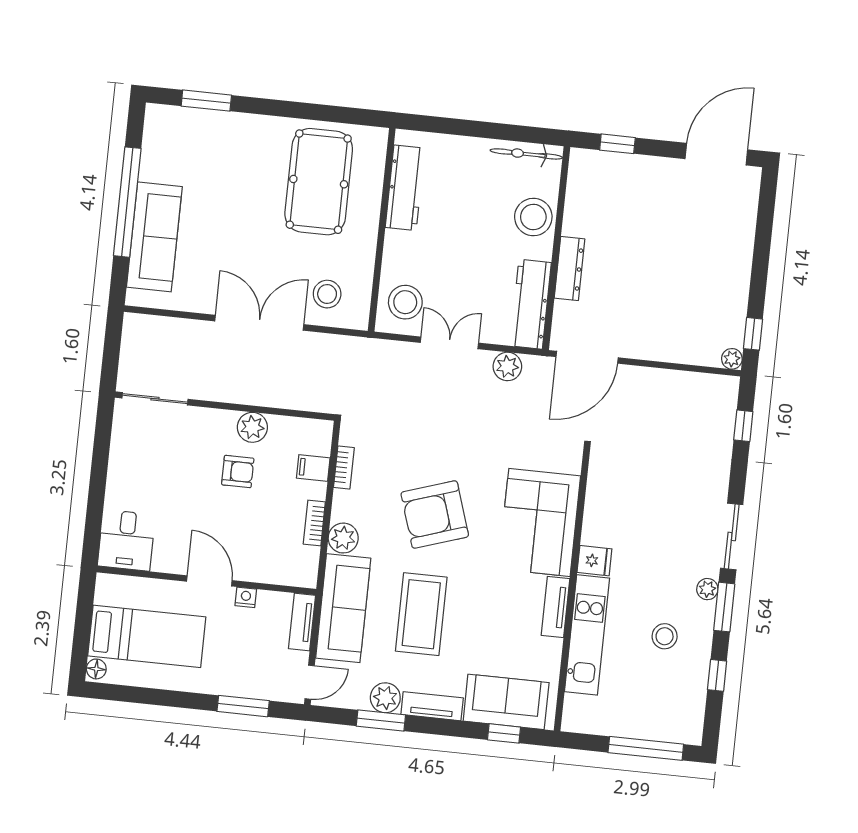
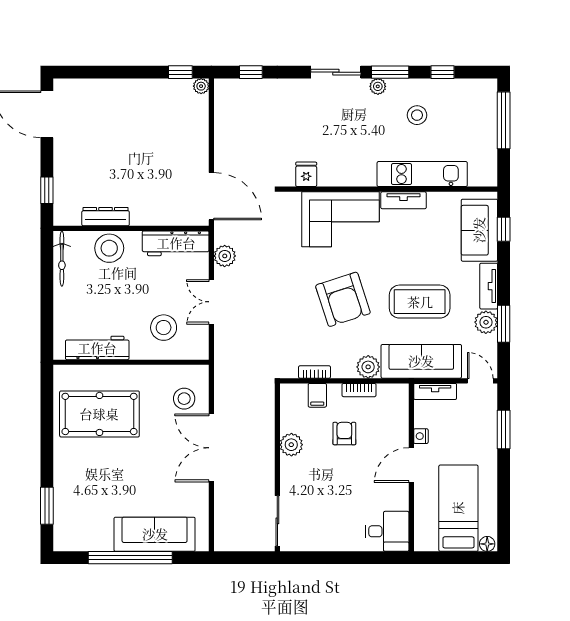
dresser: (570, 269) -> (106, 217), moved
stool: (405, 302) -> (164, 328), moved
armchair: (238, 472) -> (344, 434), moved
fridge: (594, 561) -> (306, 174), moved

